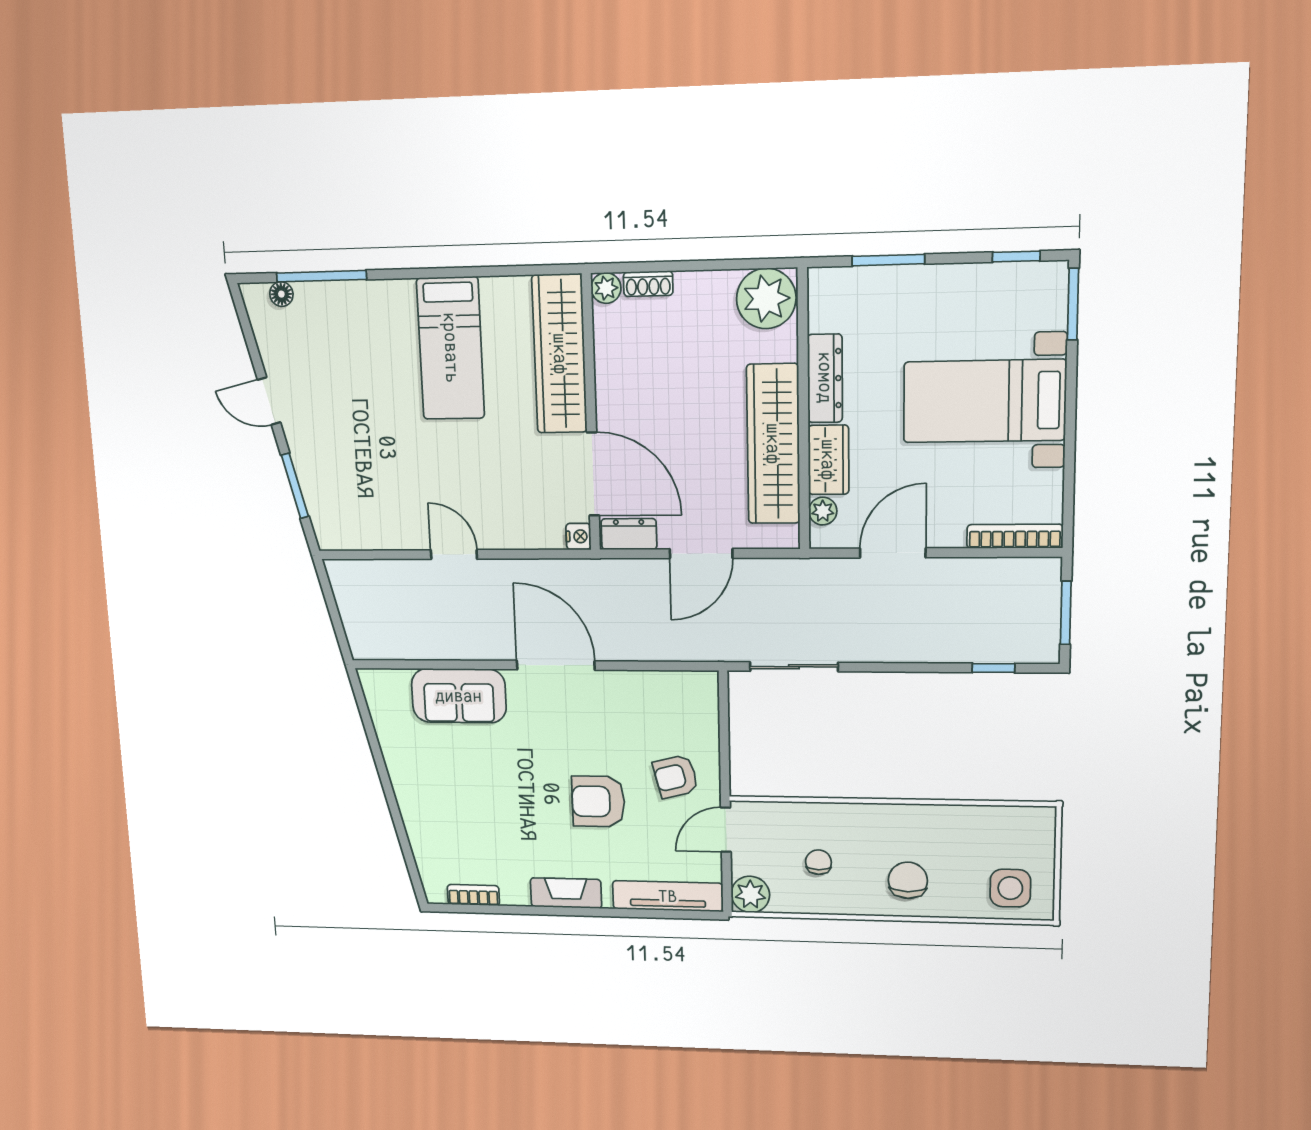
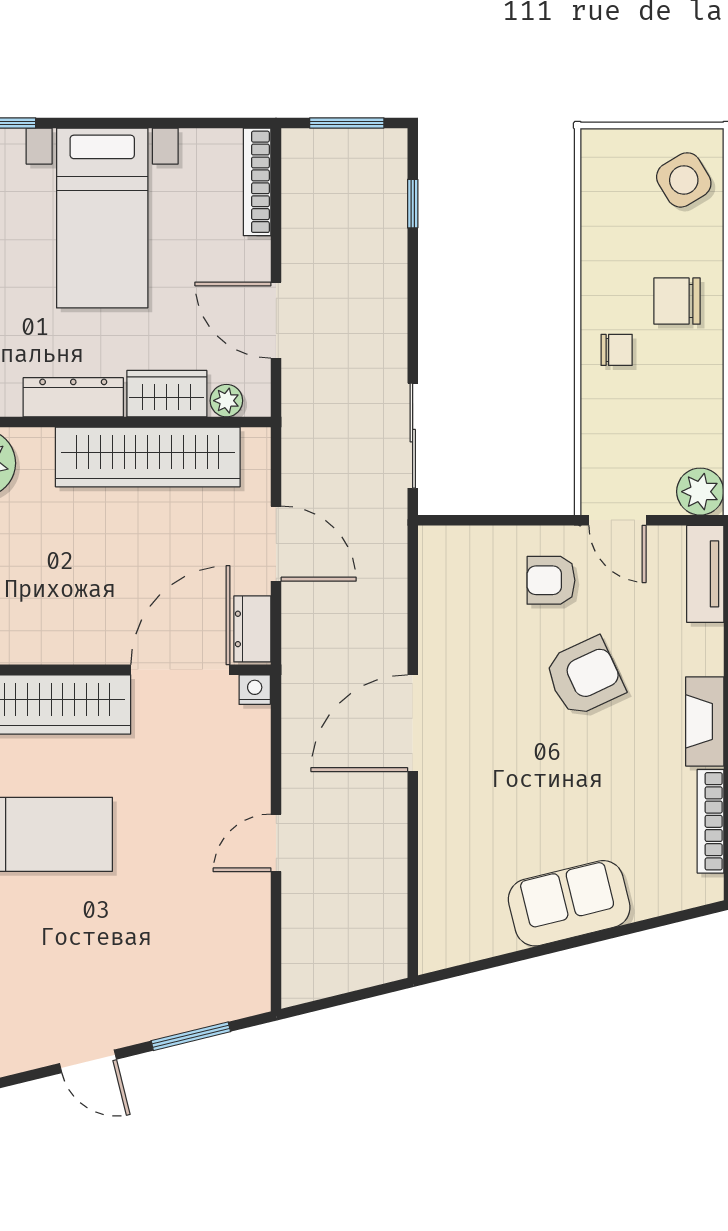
door: (269, 401) -> (88, 1061), hinge flipped
sofa: (459, 696) -> (569, 903), moved, turned -104
armchair: (676, 777) -> (551, 580), turned 104
armchair: (598, 801) -> (584, 677), turned -115
chair: (818, 862) -> (617, 350), moved, turned 180
side table: (1010, 888) -> (684, 180), turned -31
bookcase: (473, 895) -> (710, 821), width x1.56
tv unit: (668, 896) -> (705, 574), width x0.71

